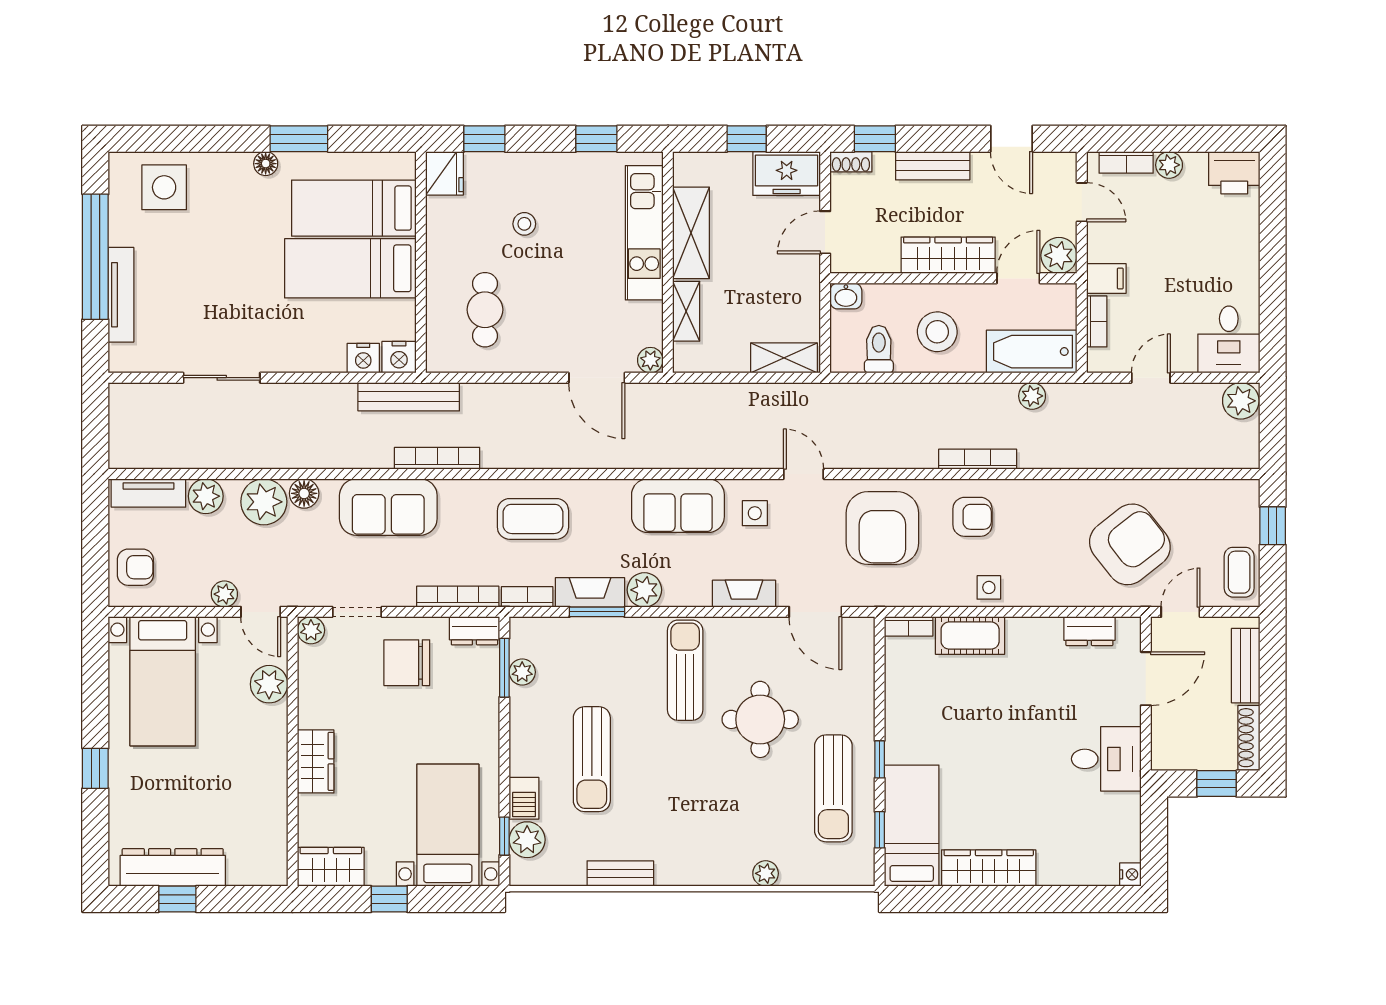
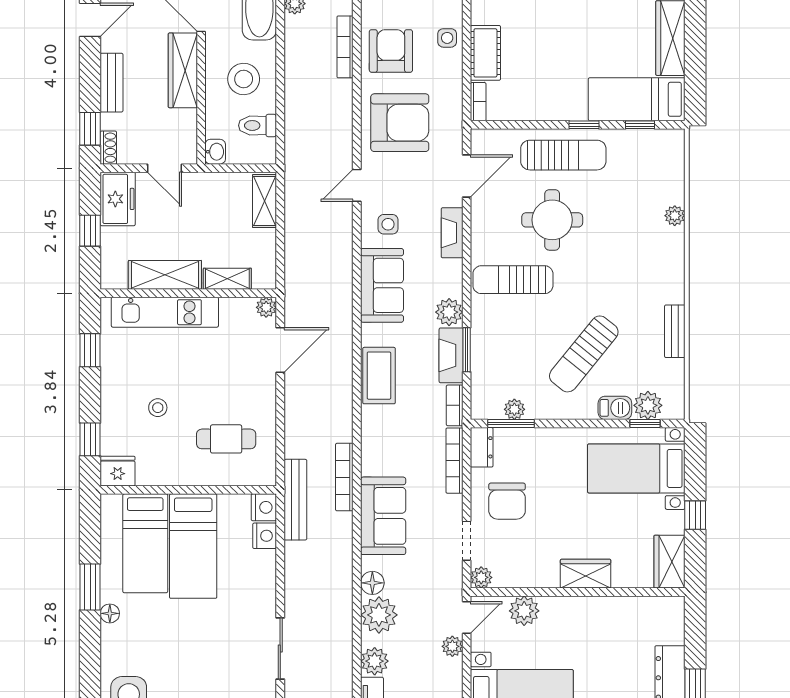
armchair: (972, 517) -> (391, 51), width x1.38, depth x1.38
coffee table: (533, 519) -> (379, 376), moved
sun lounger: (592, 759) -> (584, 354), turned 129
sun lounger: (833, 788) -> (563, 155), moved

